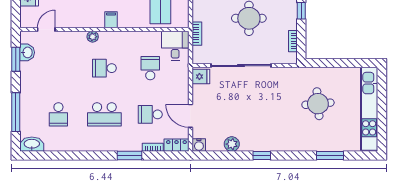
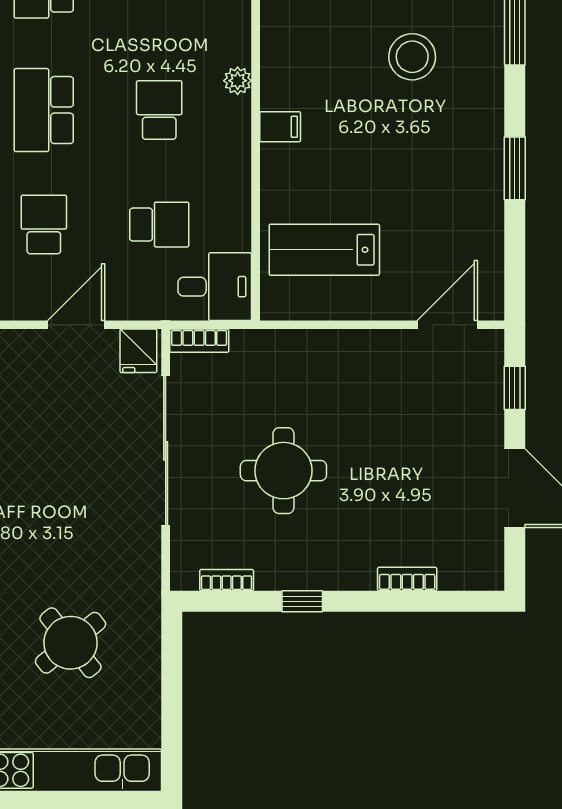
bookcase: (197, 34) -> (199, 341), moved
round table: (318, 104) -> (70, 643), turned -34
door: (190, 116) -> (76, 325), moved

